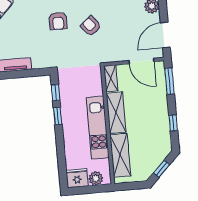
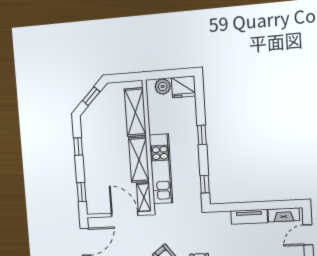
door: (141, 61) -> (125, 214), moved
window: (169, 81) -> (82, 192), width x0.67
window: (58, 116) -> (202, 135), moved
kitchen unit: (98, 128) -> (161, 169), moved

